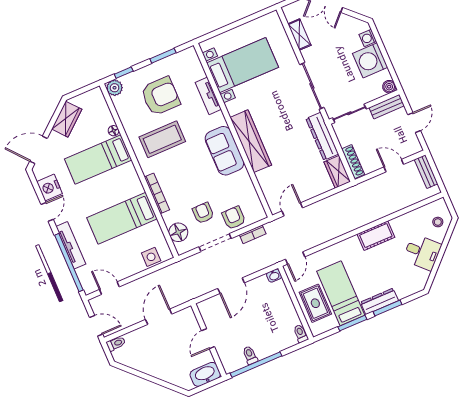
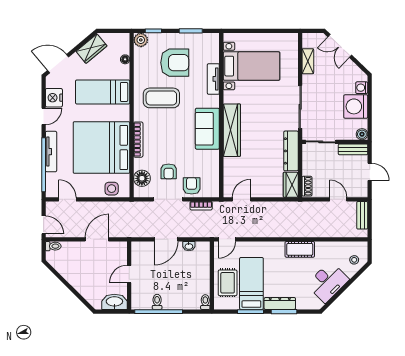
door: (414, 123) -> (370, 172), hinge flipped
floor lamp: (114, 131) -> (125, 59), moved
shoe rack: (353, 162) -> (307, 186), width x0.70
armchair: (203, 213) -> (169, 171), turned 180
bed: (122, 218) -> (101, 147), width x2.04
desk: (422, 252) -> (328, 282), width x1.37
washbasin: (274, 276) -> (189, 246), moved

